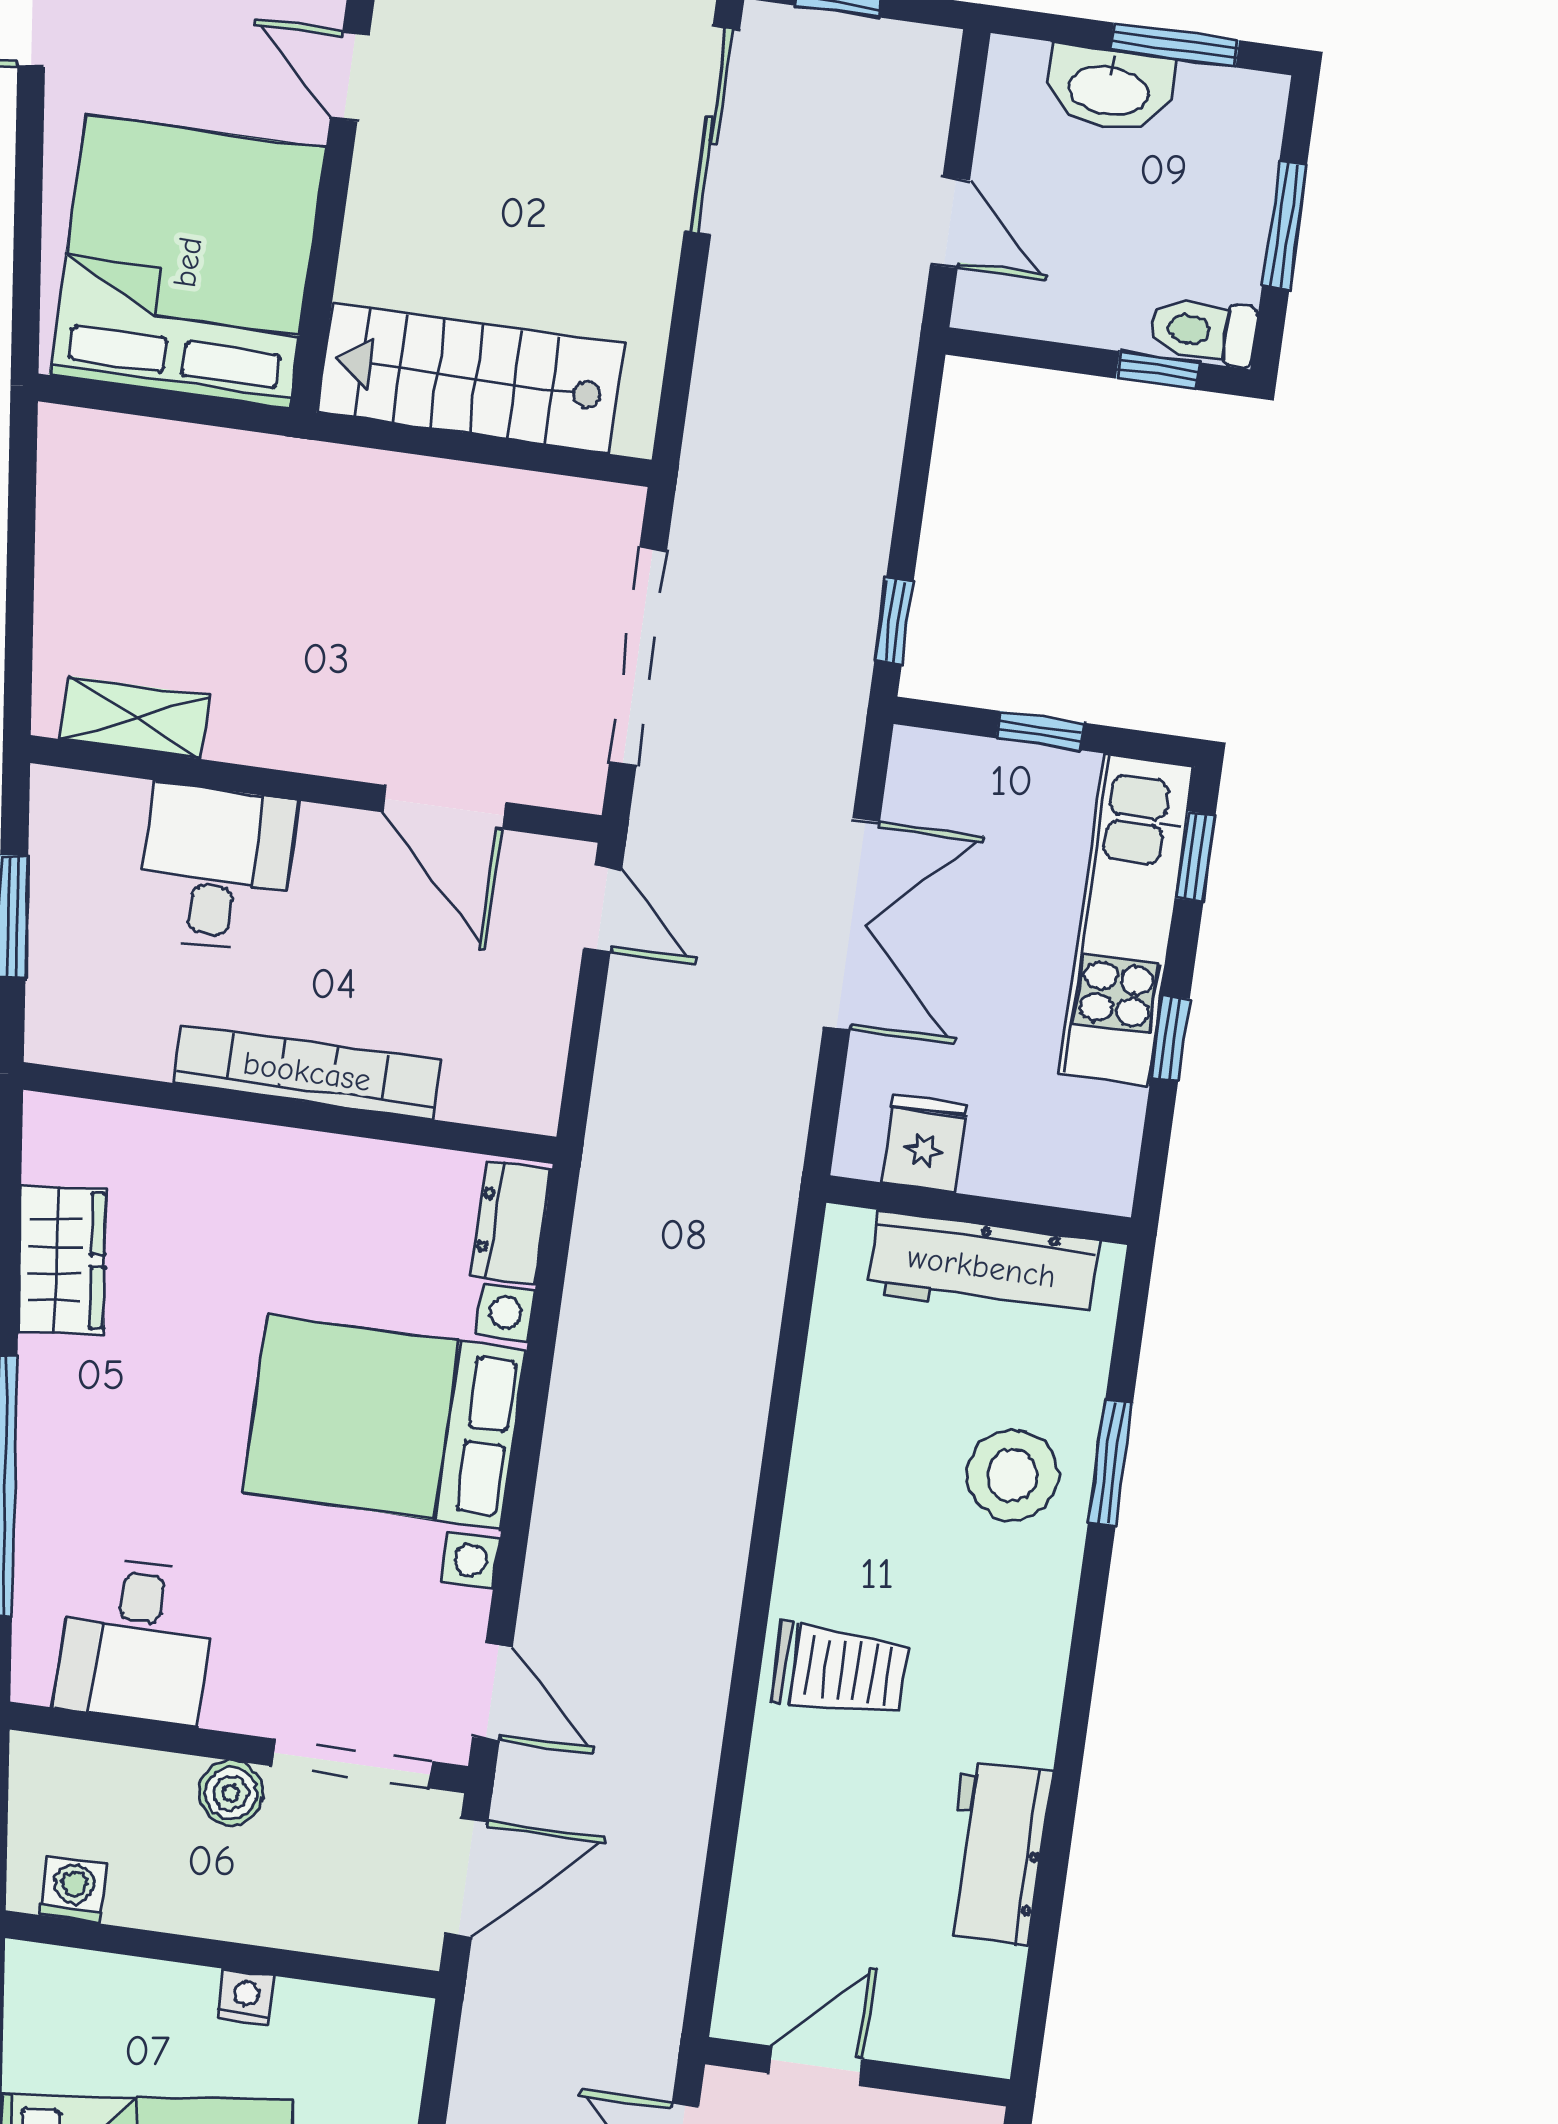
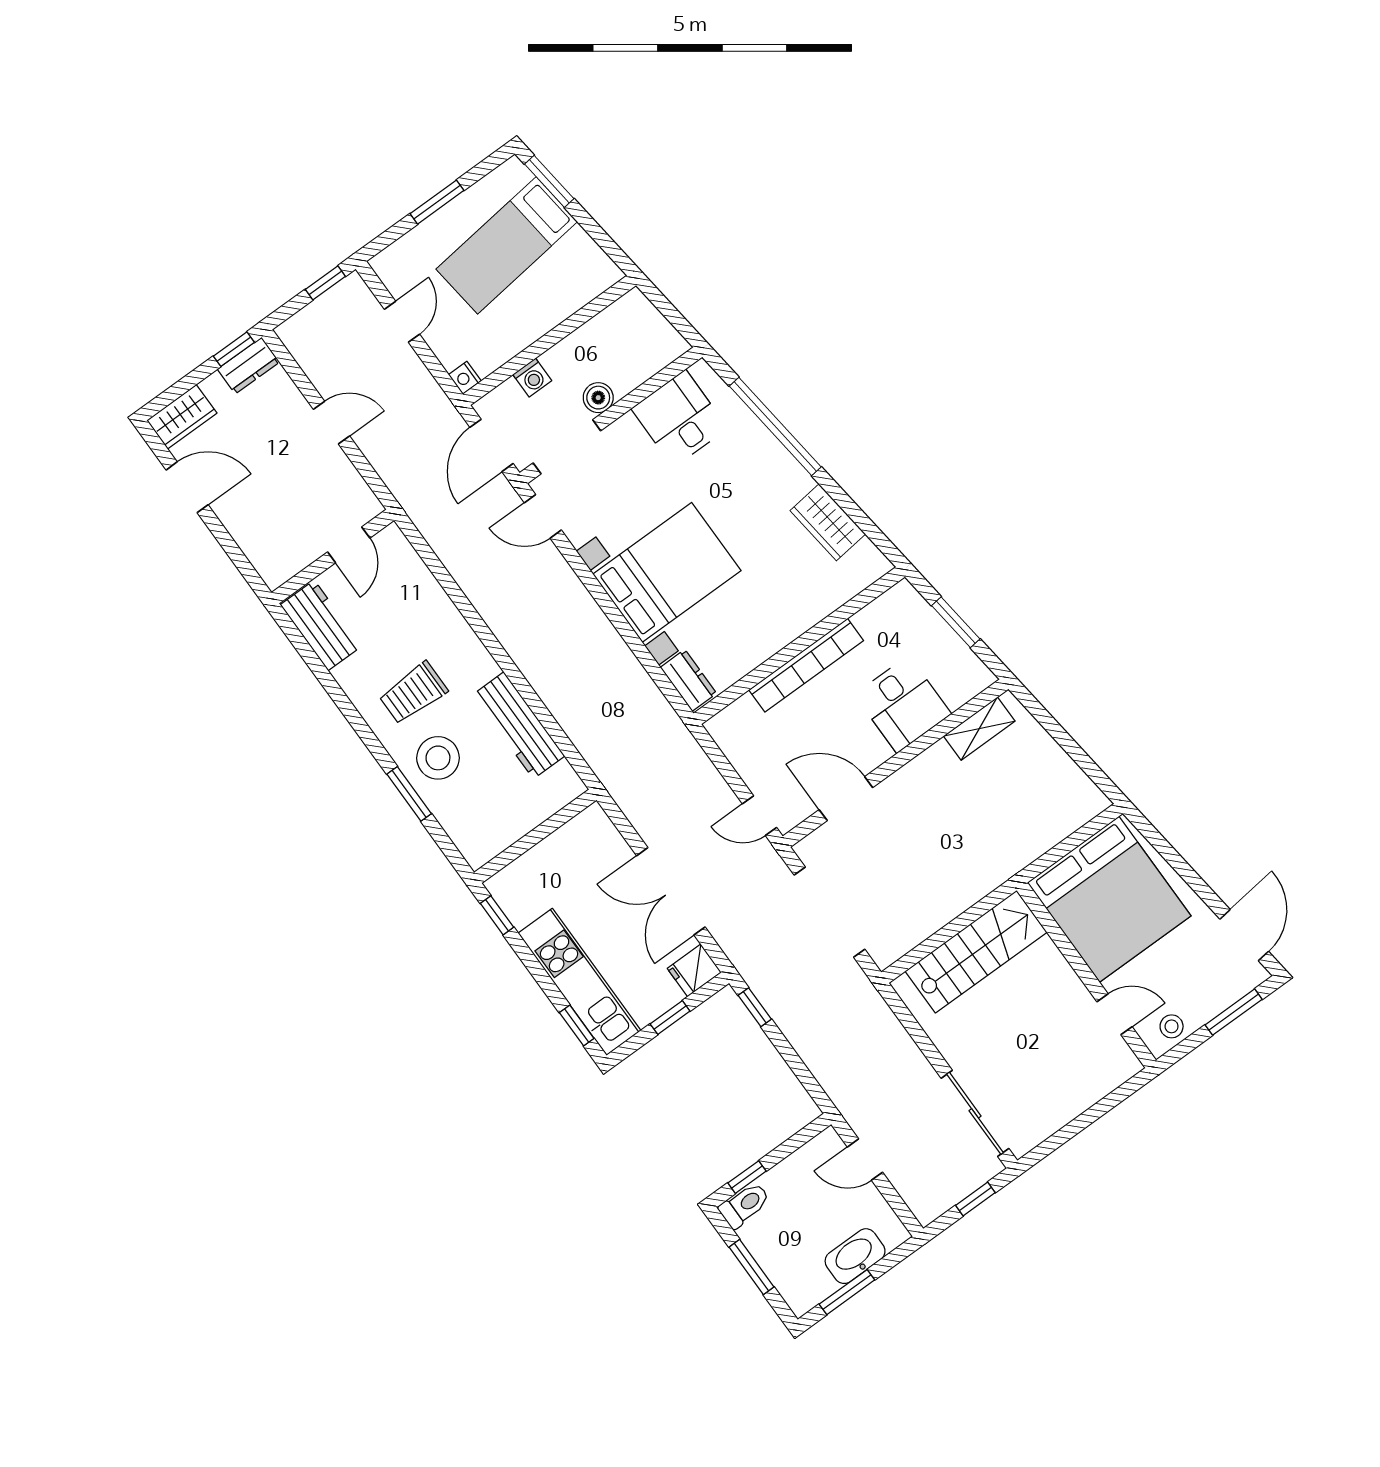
window: (1170, 1038) -> (497, 915), moved
fridge: (924, 1143) -> (694, 970), moved, turned 90
workbench: (982, 1267) -> (519, 725), moved, turned -90
trolley: (840, 1670) -> (413, 693), moved
washing machine: (73, 1889) -> (532, 378), moved
nightstand: (246, 1997) -> (465, 378), moved, turned 90
door: (816, 2066) -> (349, 545), moved
wall: (858, 2072) -> (333, 556), moved

